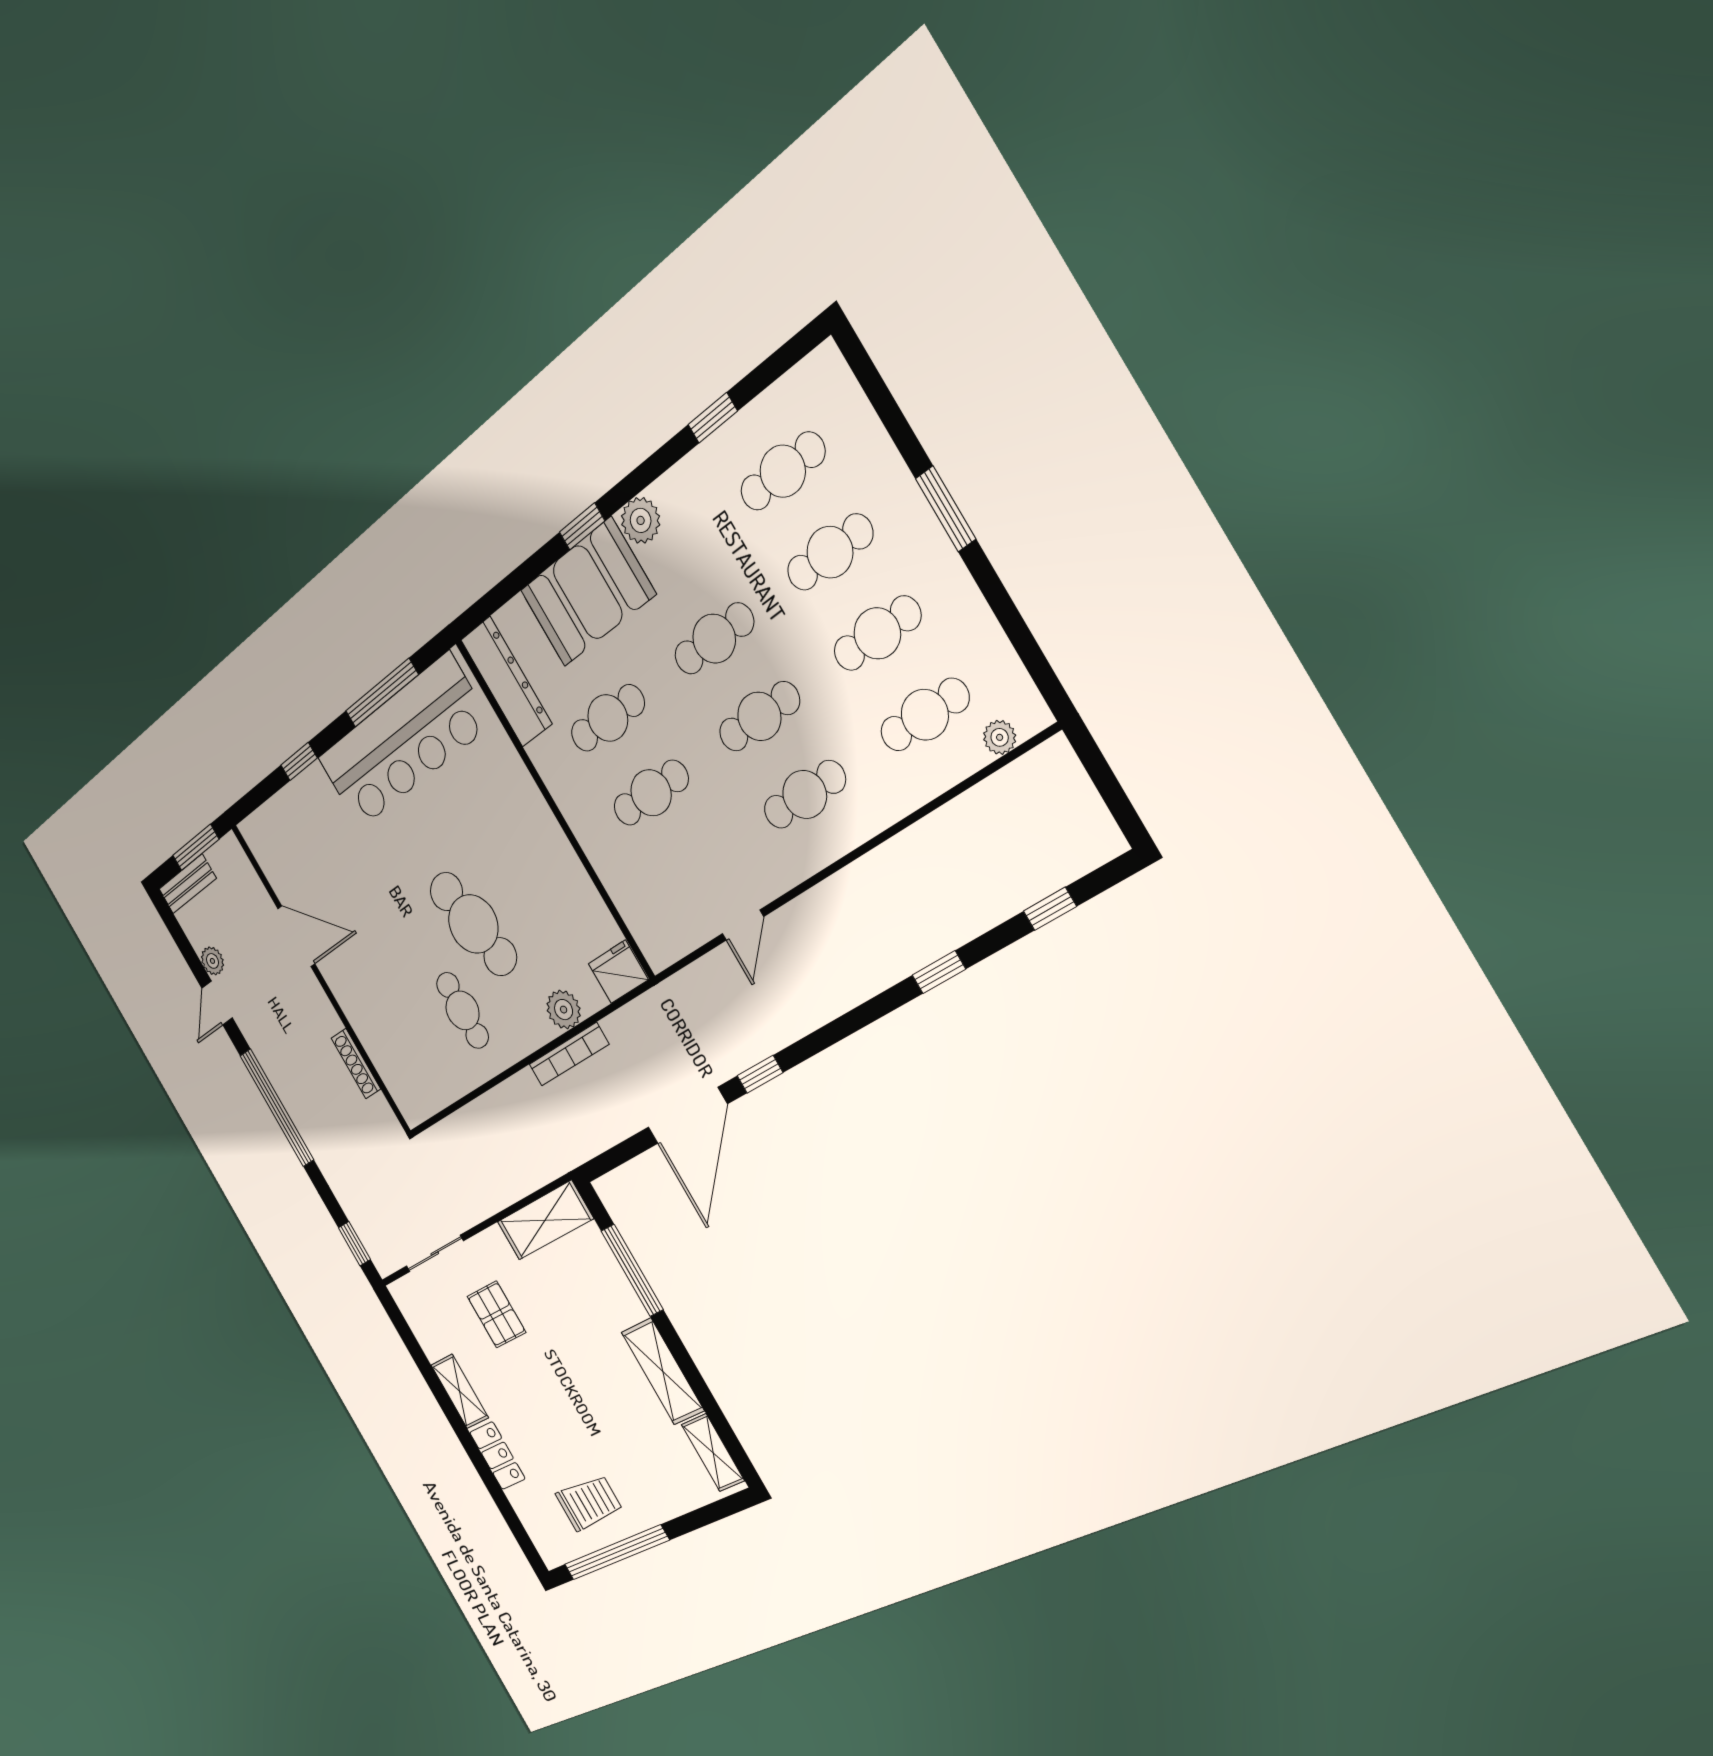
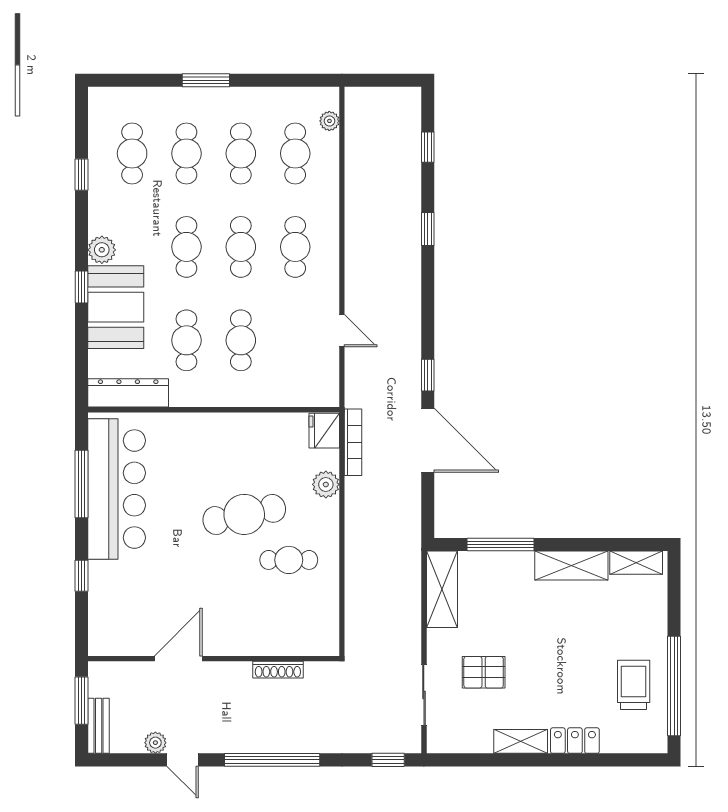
bookcase: (569, 1054) -> (353, 442), moved

